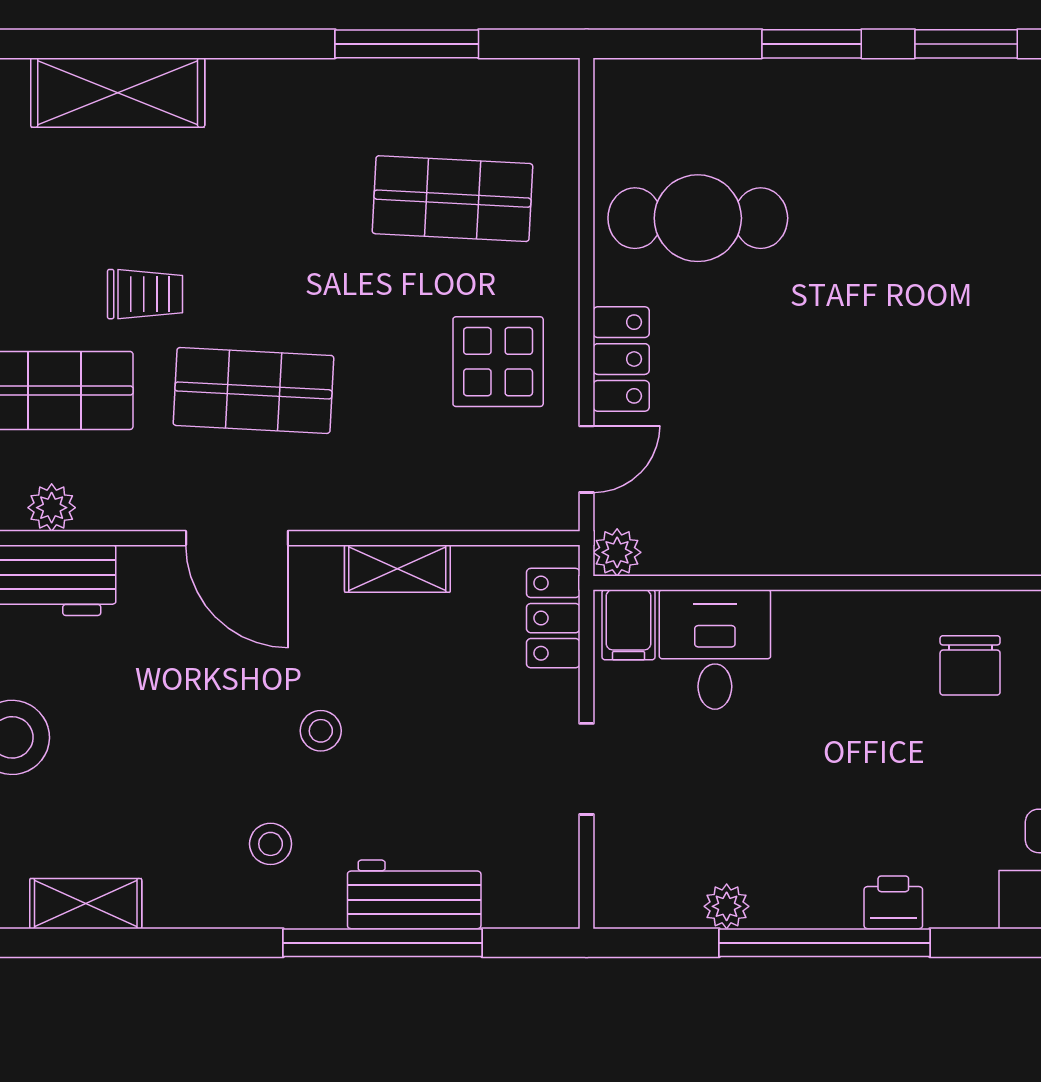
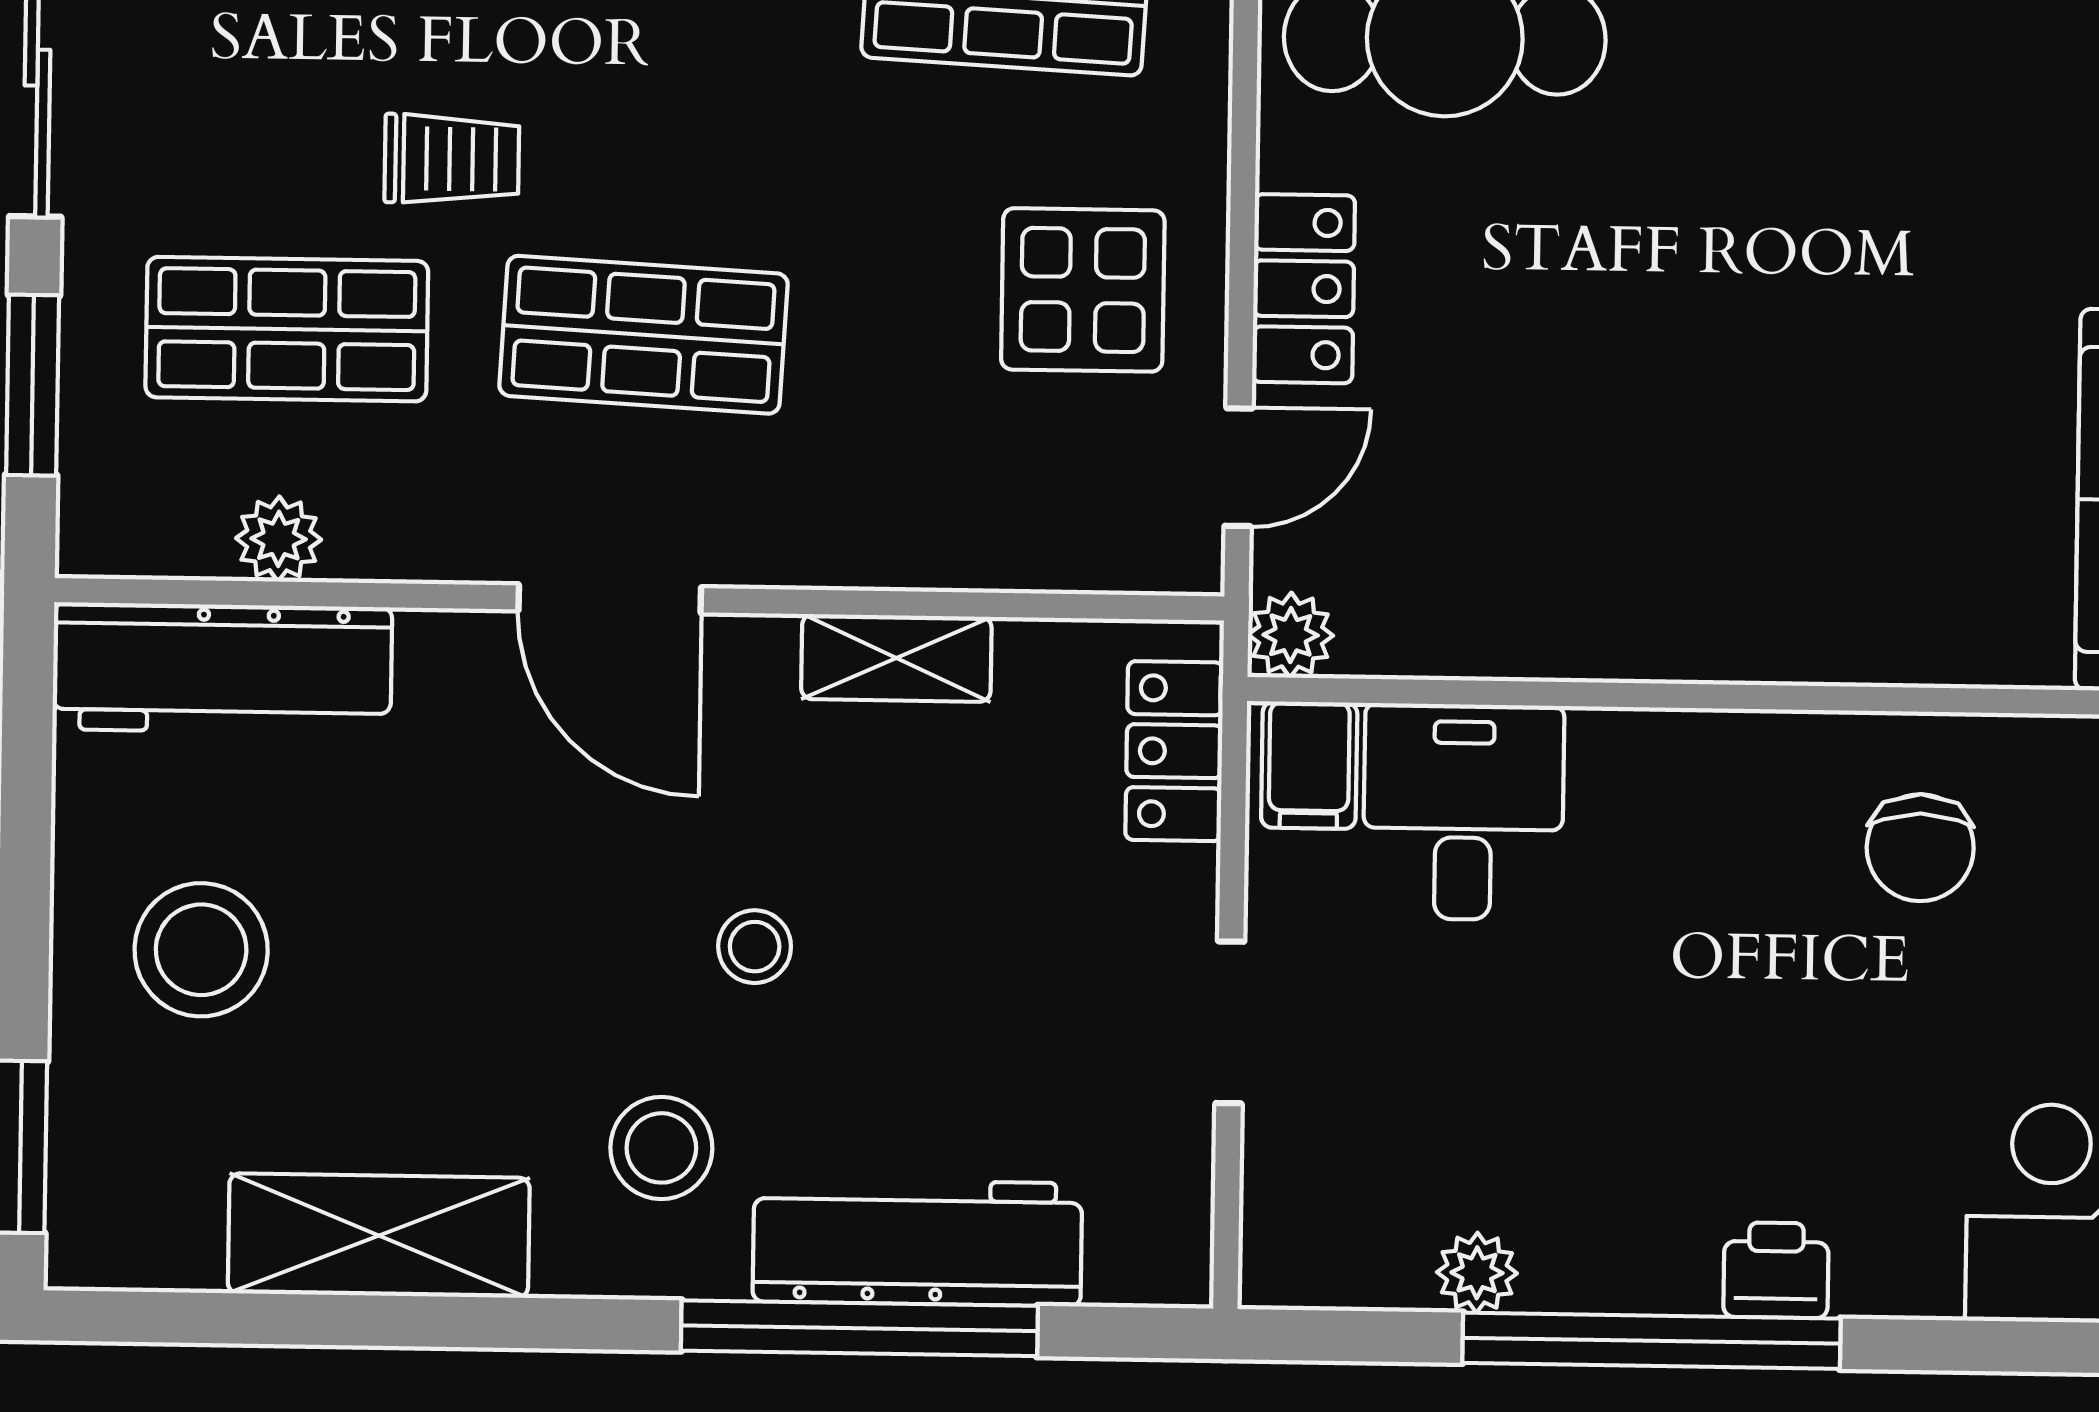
stool: (271, 844) -> (661, 1148), width x1.37, depth x1.37
workbench: (414, 894) -> (917, 1242), width x1.38
shelving: (86, 904) -> (379, 1236), width x1.50, depth x1.33

